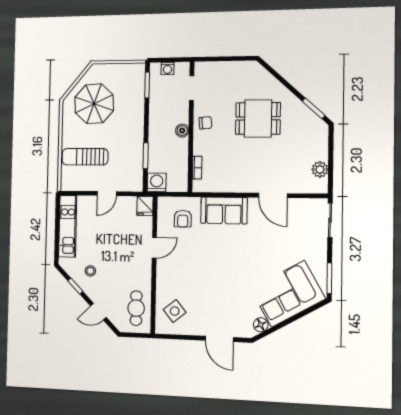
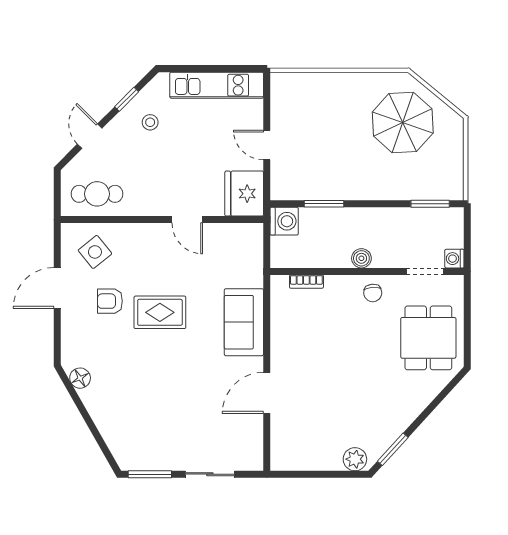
washing machine: (168, 68) -> (454, 259), moved
dining table: (258, 118) -> (428, 338), moved
sun lounger: (85, 157) -> (322, 110), removed
plant: (320, 169) -> (355, 459), moved
fridge: (145, 206) -> (244, 194), width x1.88, depth x1.34
armchair: (183, 219) -> (110, 301), moved
sliding door: (330, 220) -> (210, 474), moved
rug: (216, 268) -> (160, 312), added
corner sofa: (288, 294) -> (126, 416), removed
door: (219, 339) -> (57, 288), moved

